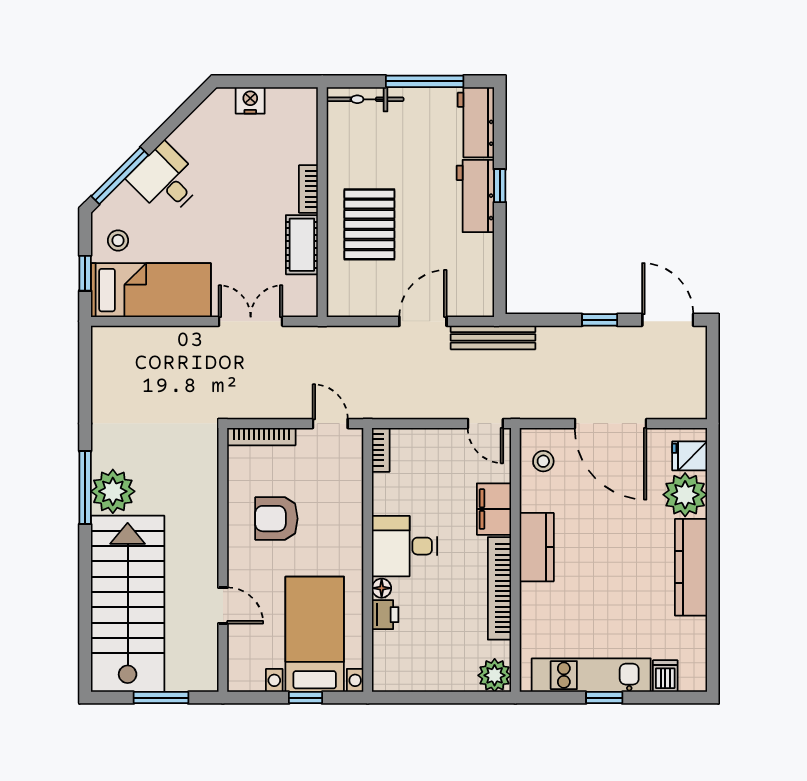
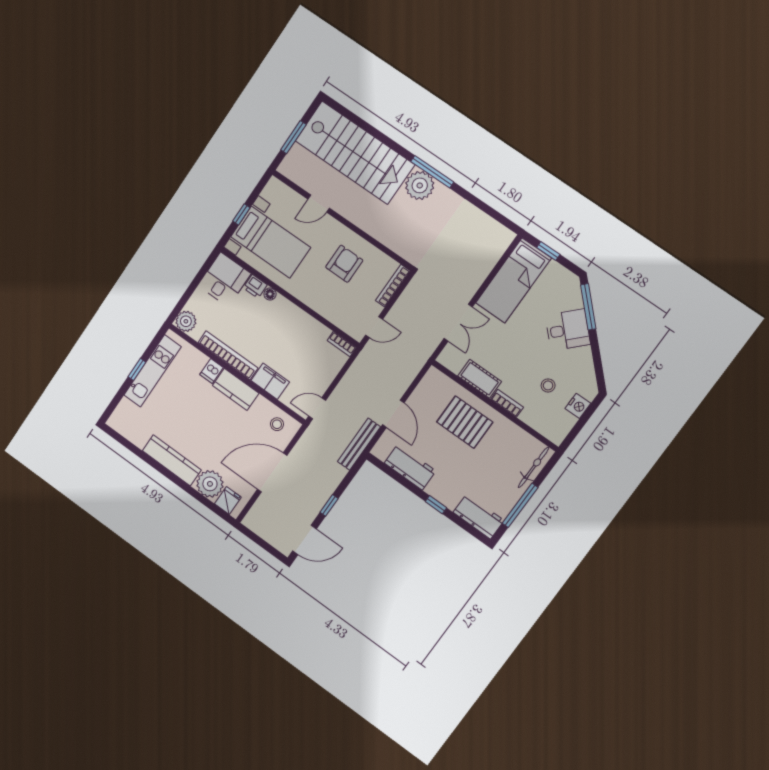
workbench: (475, 196) -> (410, 467), moved
stool: (118, 240) -> (548, 385), moved
desk: (405, 546) -> (224, 279), moved
dishwasher: (665, 676) -> (211, 371), moved, turned 90

